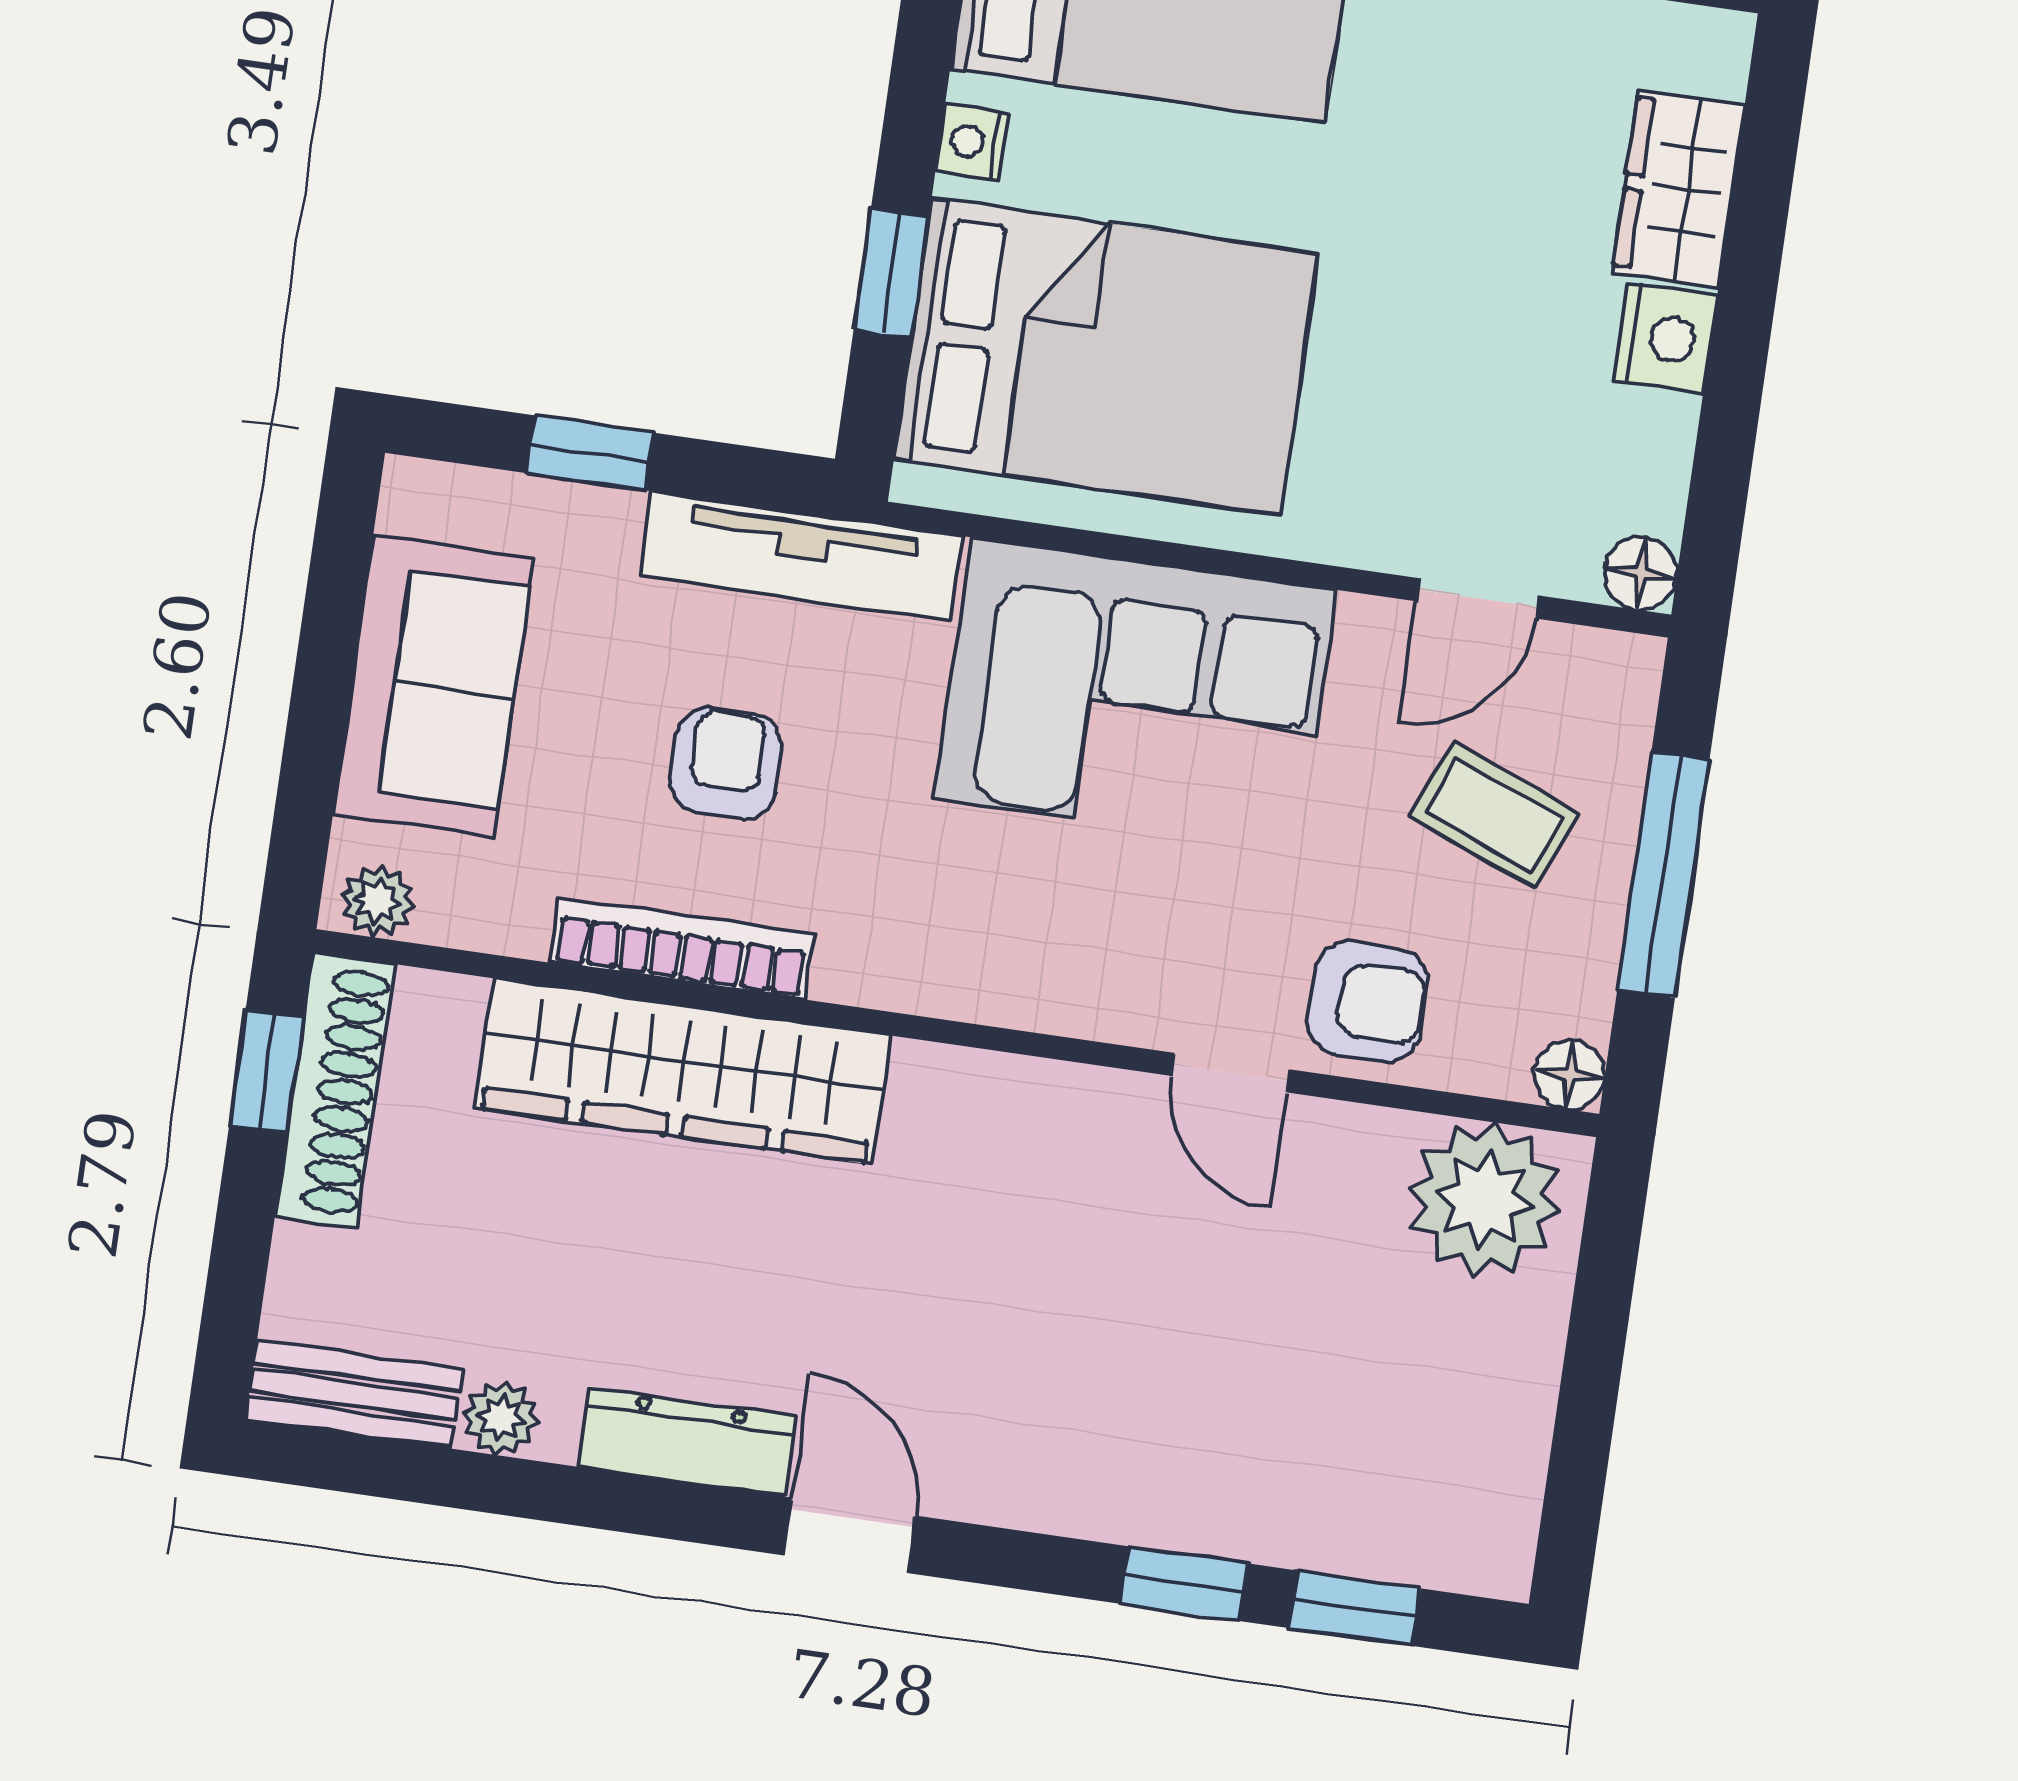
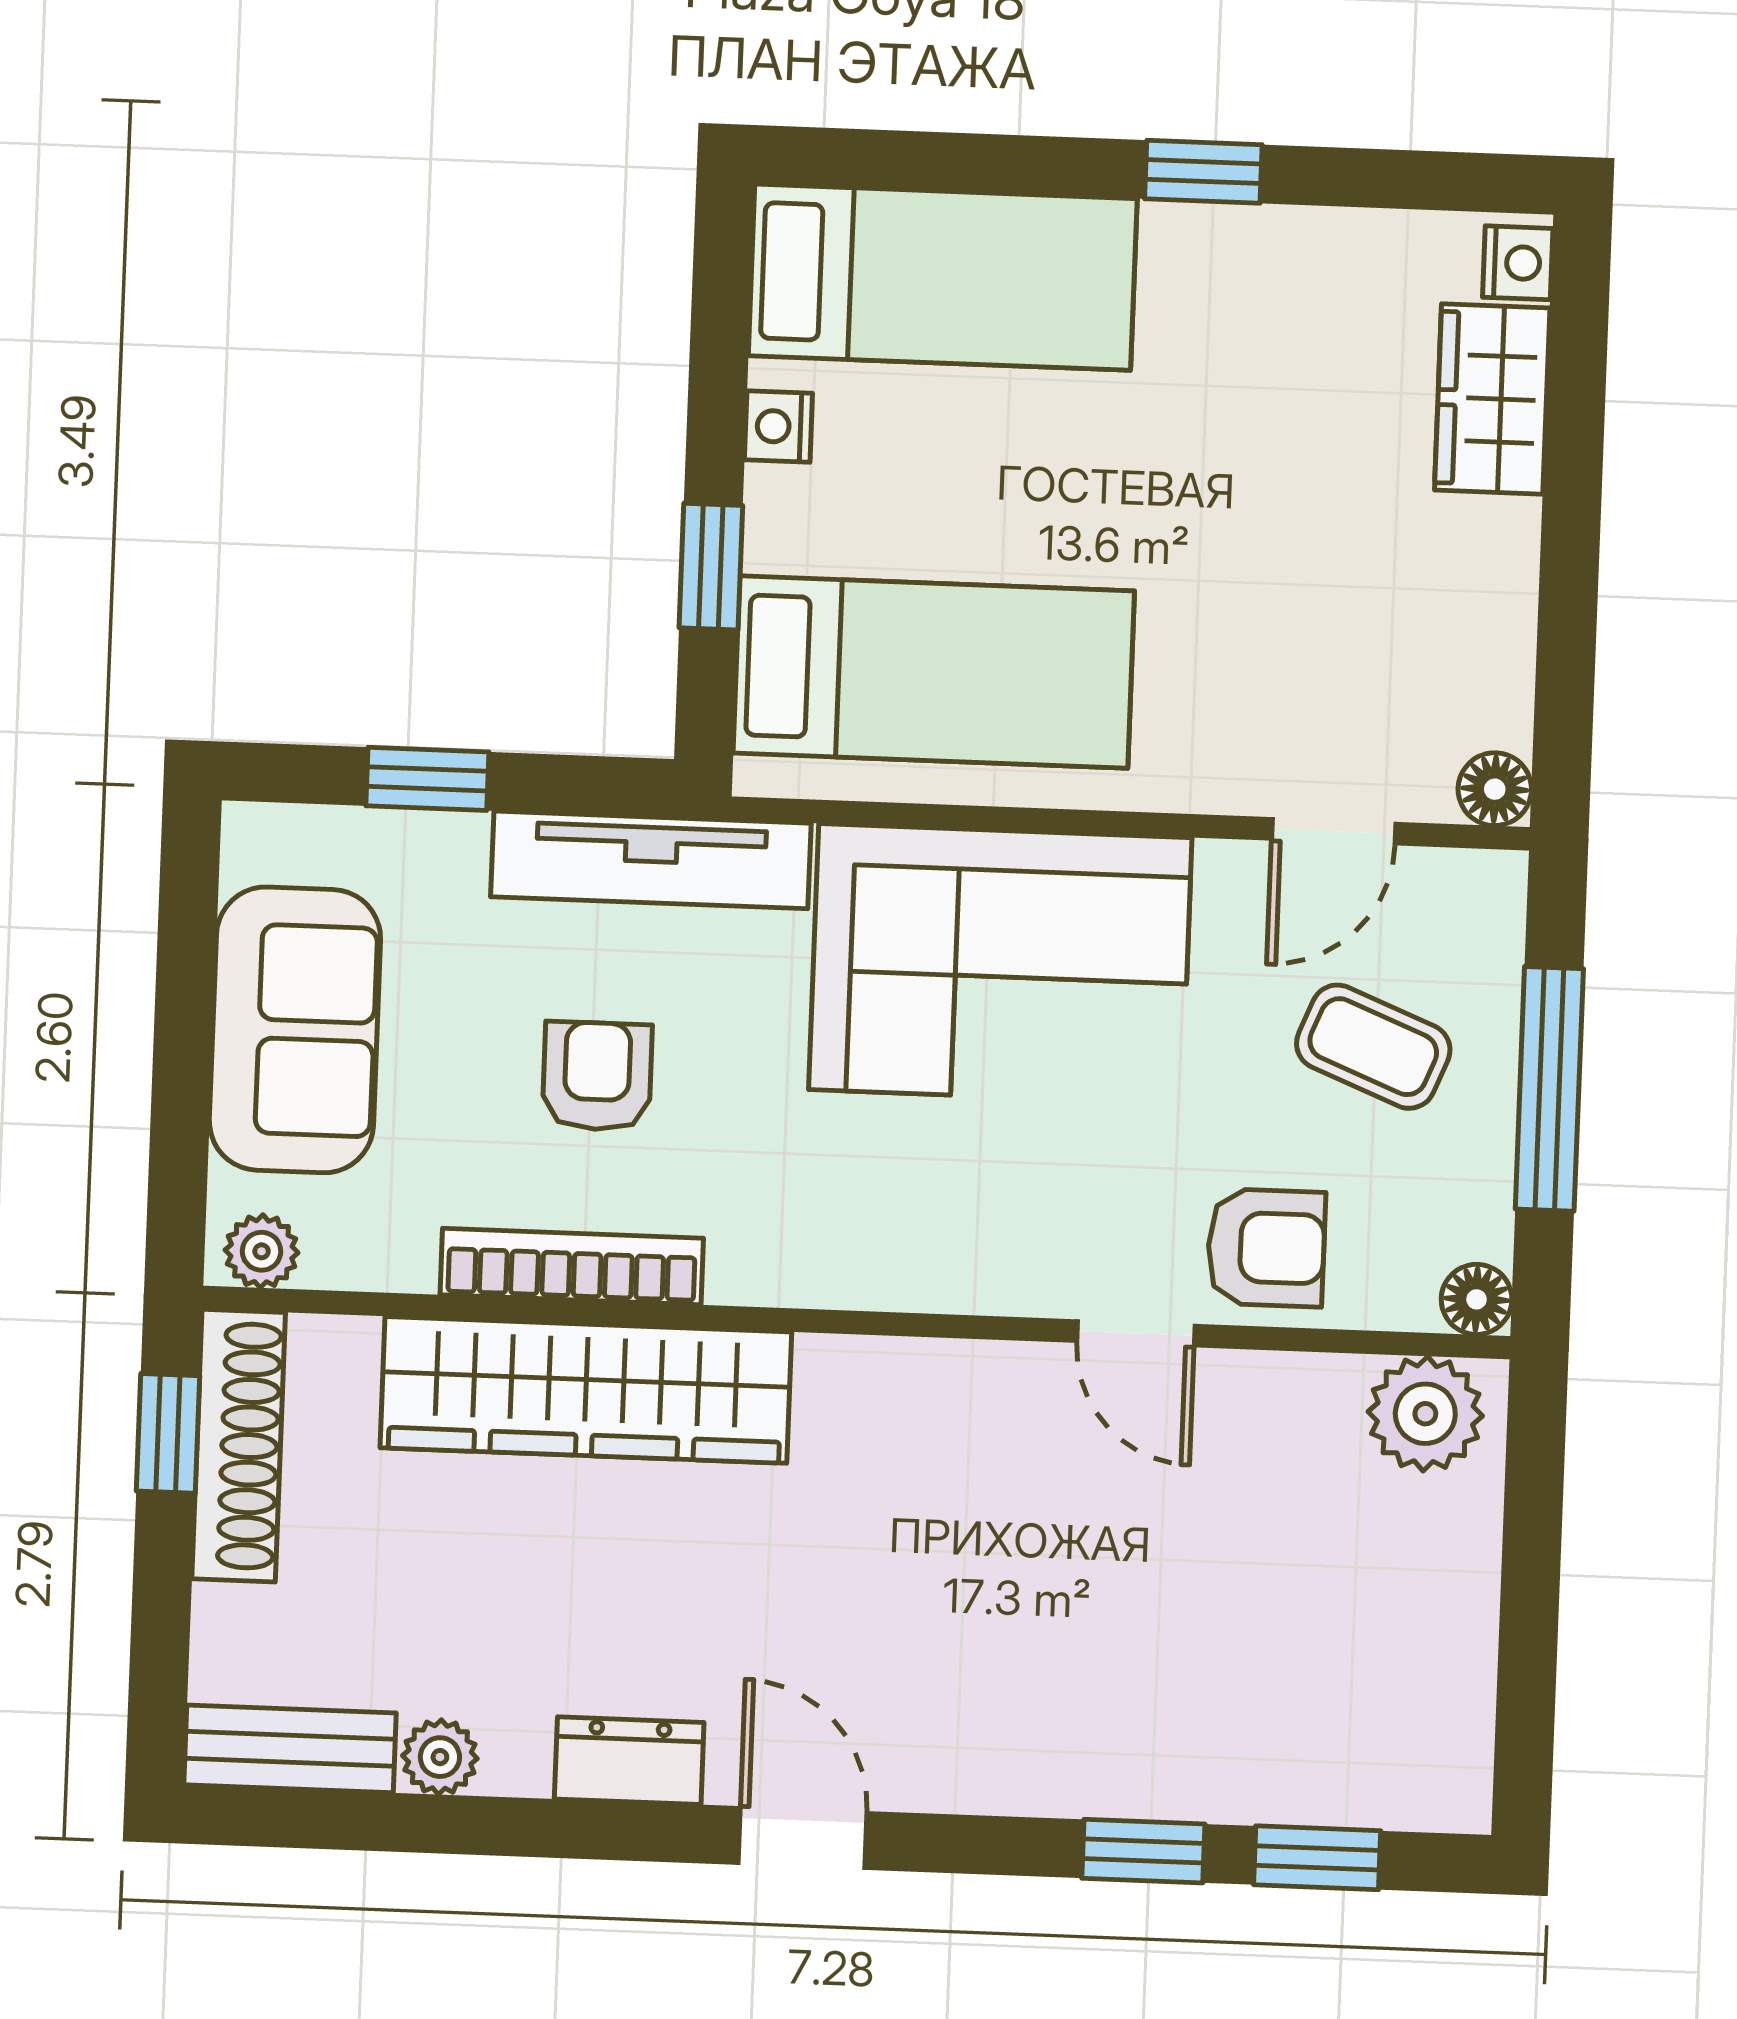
nightstand: (1665, 338) -> (1518, 263), moved, width x0.72, depth x0.74
bed: (1106, 356) -> (934, 672), width x0.67
plant: (1484, 1199) -> (1425, 1414), width x0.73, depth x0.73
dresser: (687, 1441) -> (629, 1761), width x0.70

